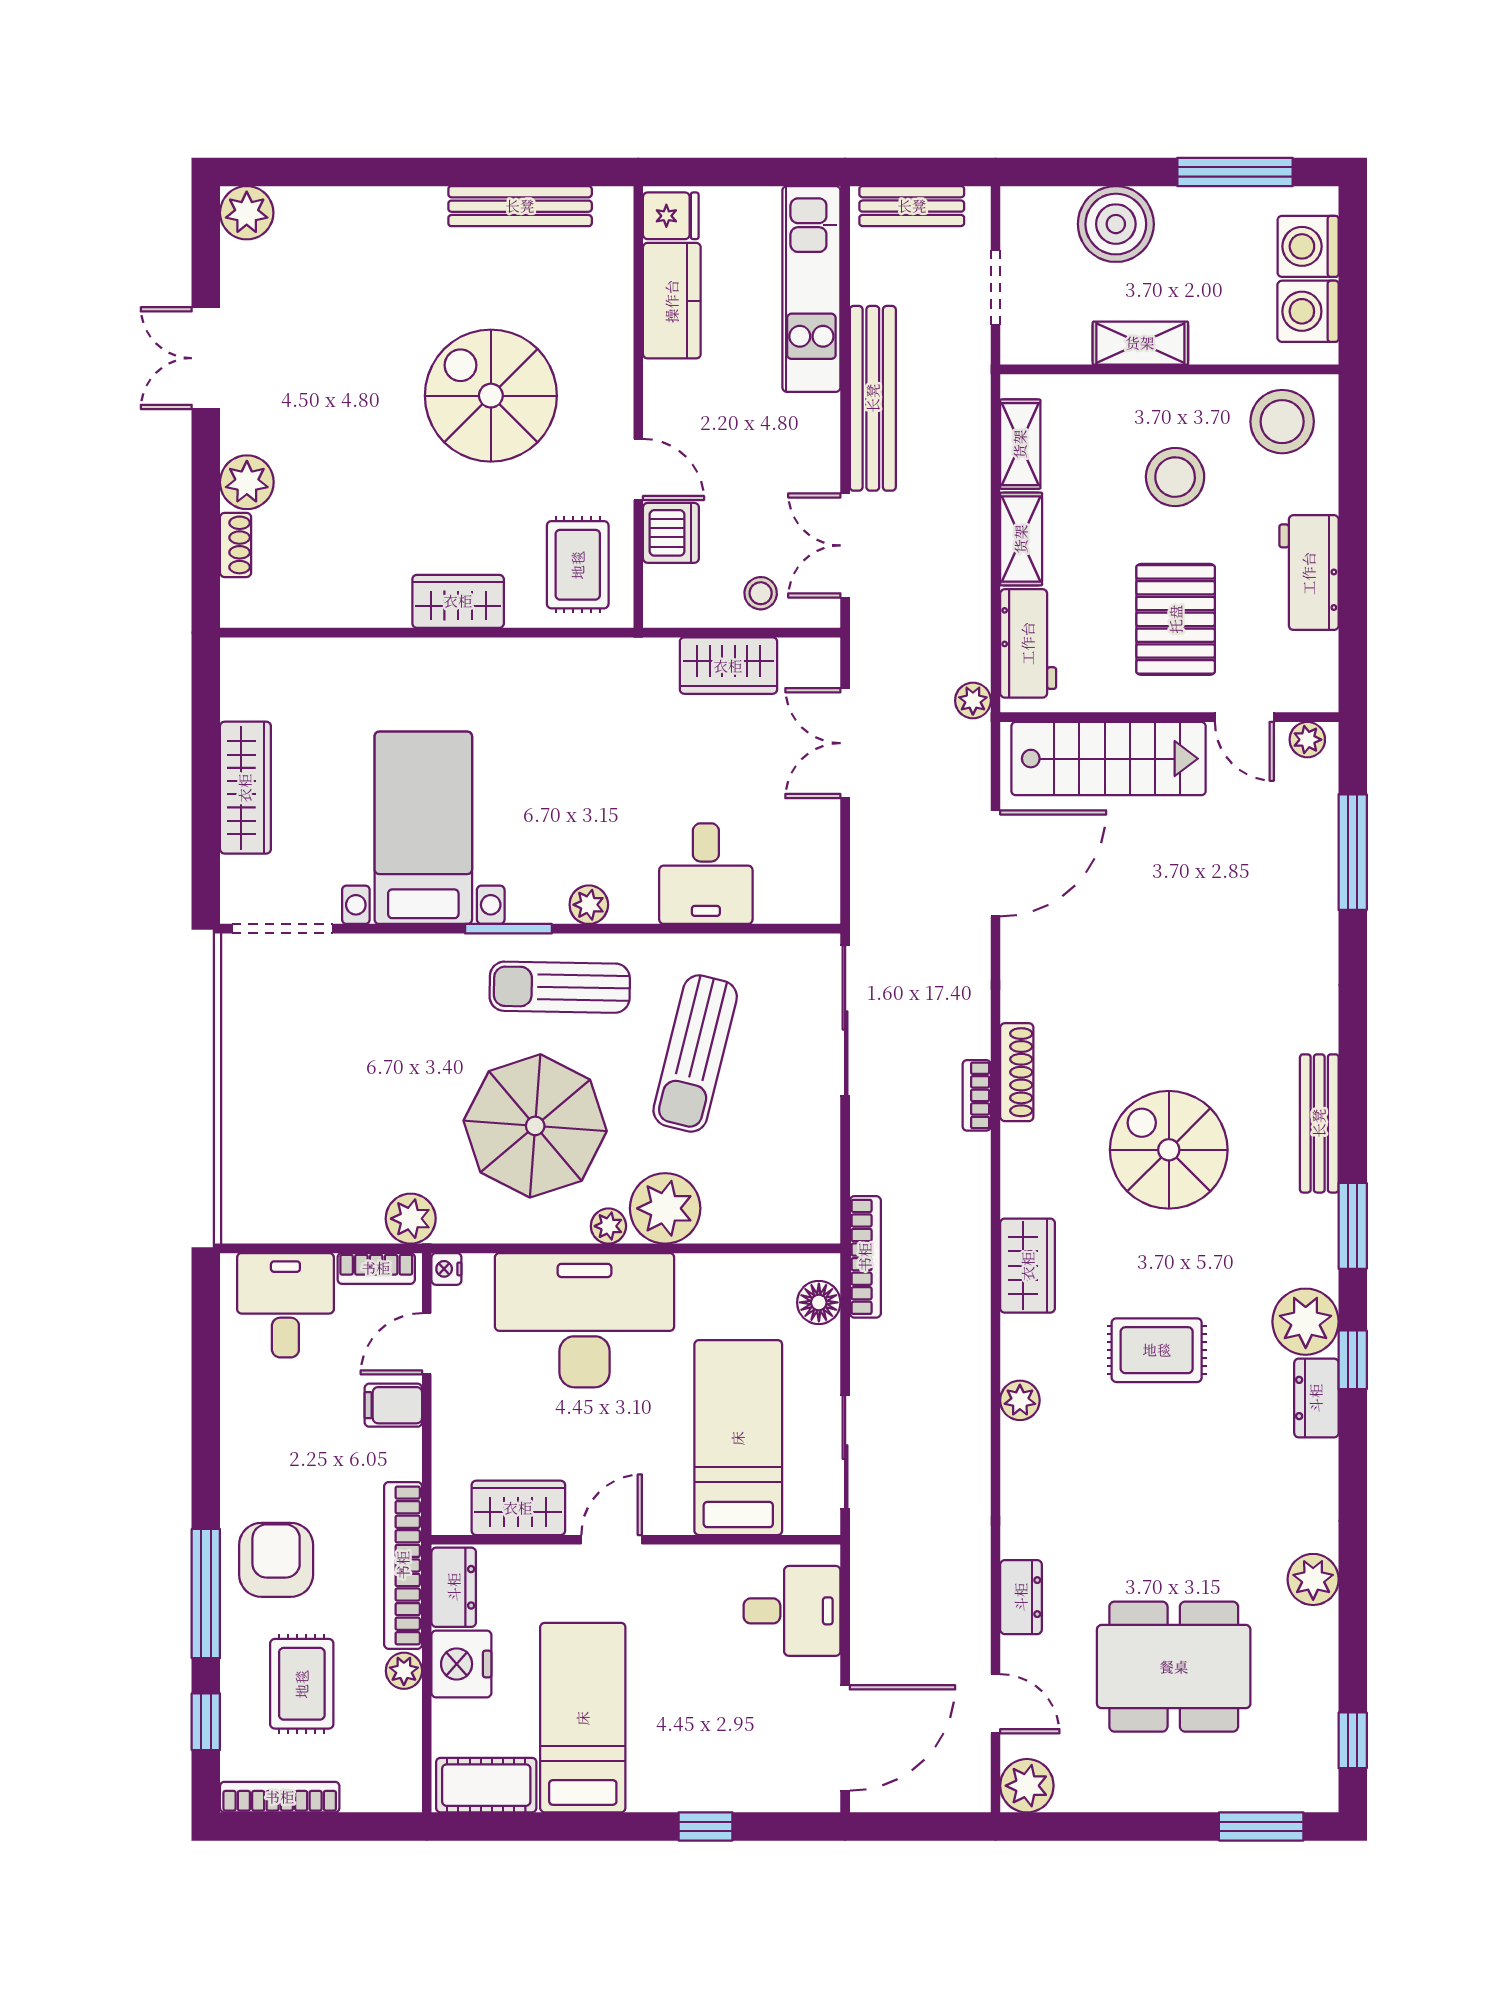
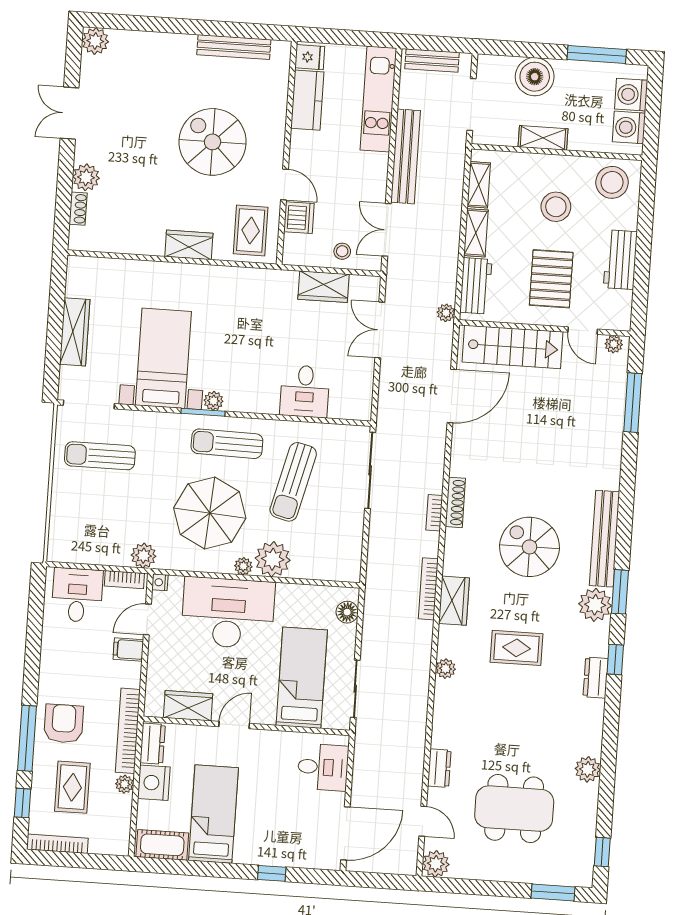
doorway: (995, 287) -> (472, 105), width x1.38
plant: (589, 905) -> (214, 401), moved
sun lounger: (311, 1028) -> (100, 456), added
bench: (1319, 1123) -> (604, 539), width x1.37, depth x1.21
bookcase: (865, 1257) -> (428, 589), moved, turned 180
plant: (1306, 1322) -> (595, 605), moved

